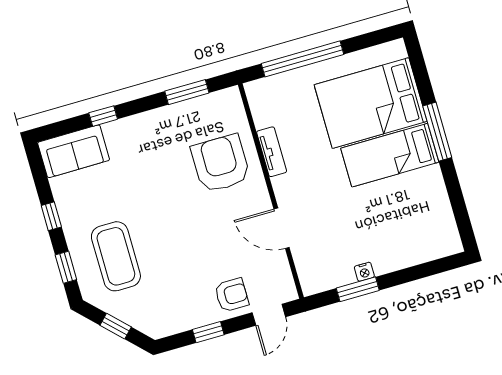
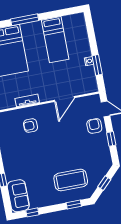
bed: (390, 155) -> (55, 40), moved
armchair: (221, 163) -> (31, 126), width x0.53, depth x0.53
window: (51, 216) -> (32, 212), moved

